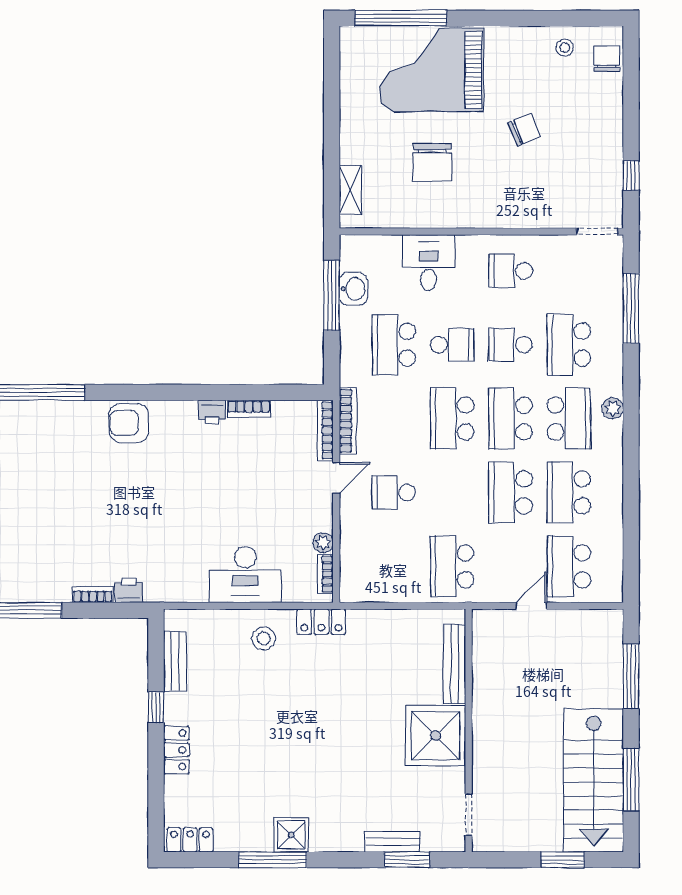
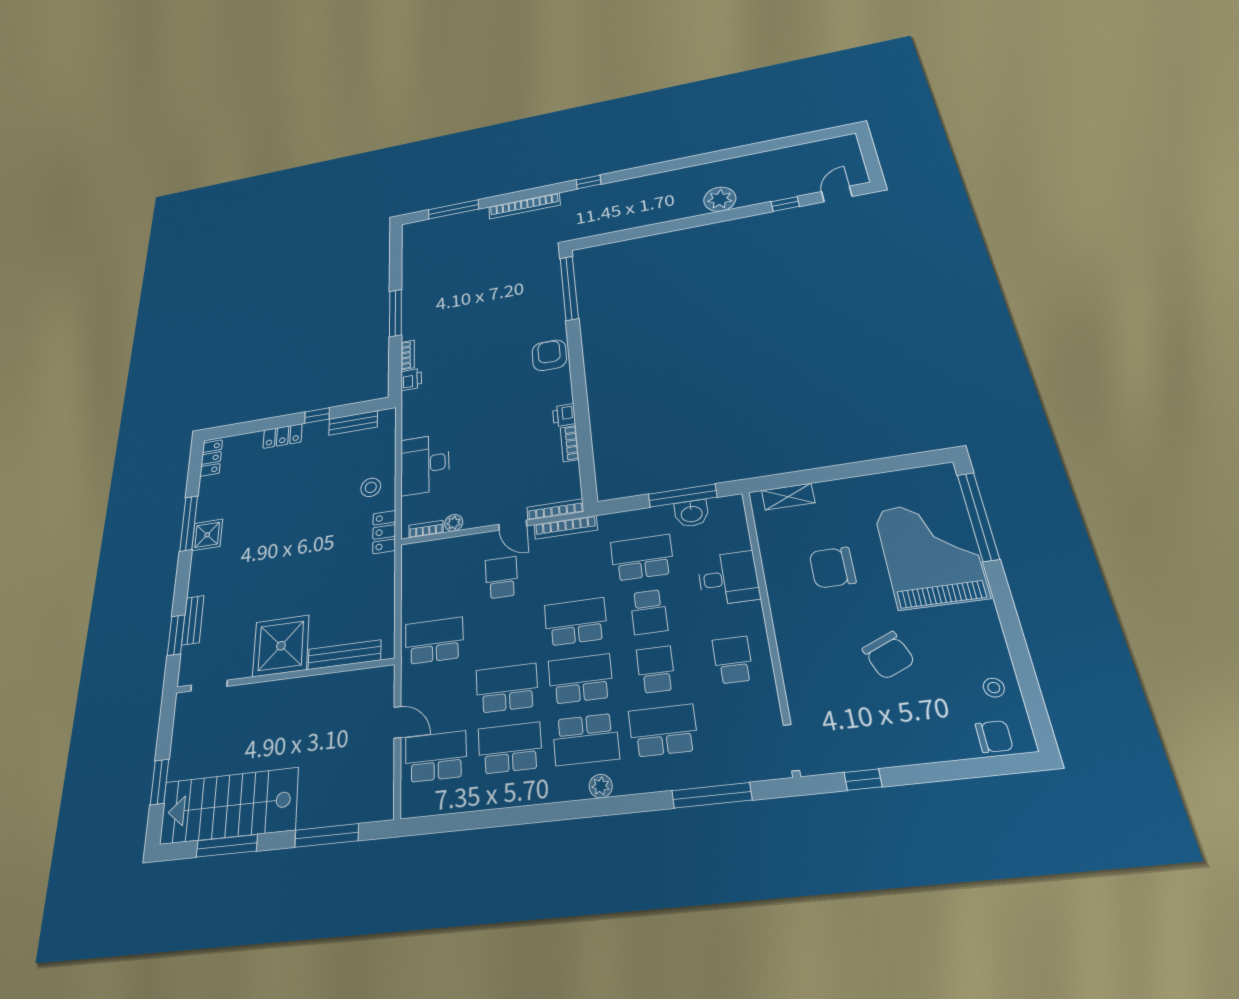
chair: (524, 130) -> (889, 655), width x1.37, depth x1.37

